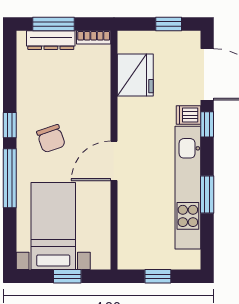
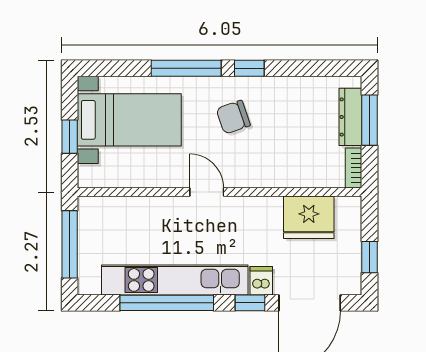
door: (114, 161) -> (207, 192), width x0.73
window: (207, 194) -> (167, 303), width x2.11
window: (158, 276) -> (70, 244), width x2.17

